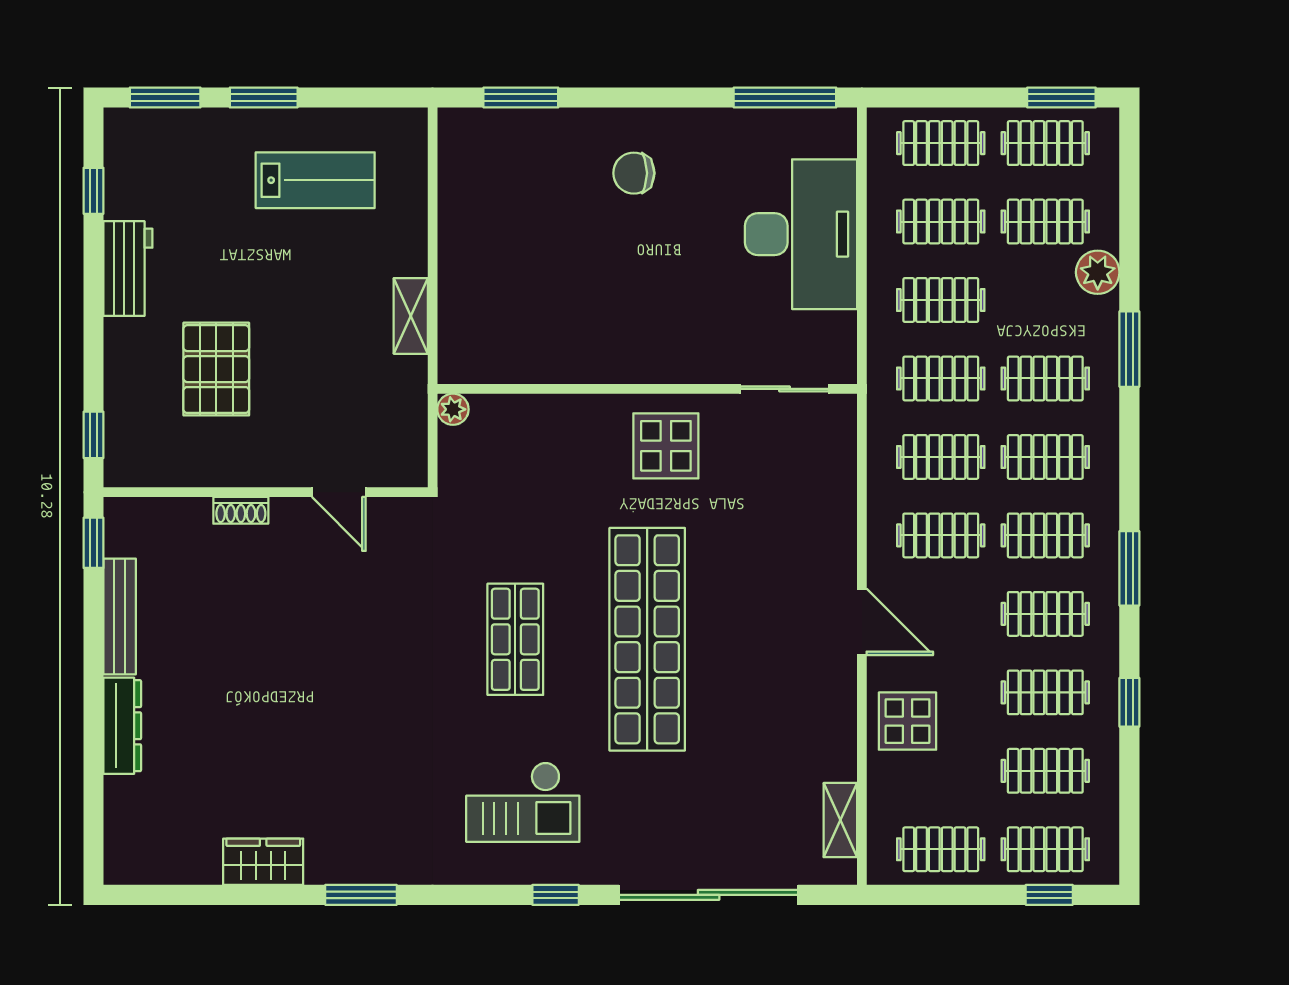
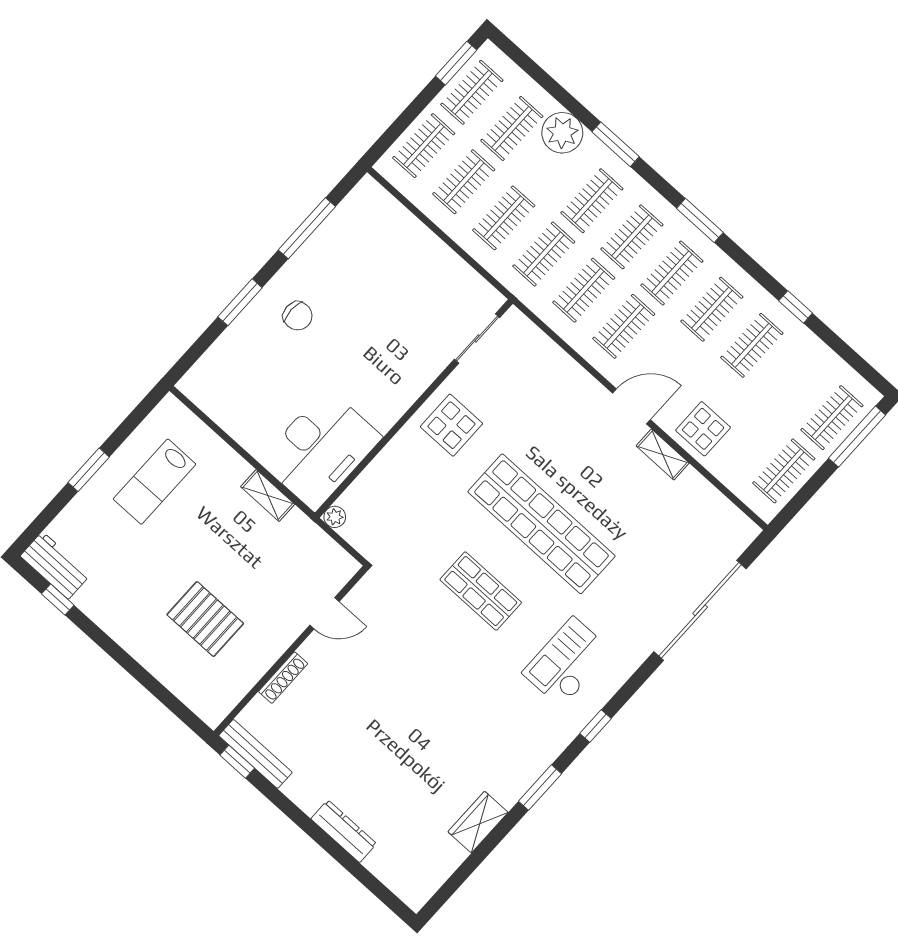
window: (165, 97) -> (43, 520), removed
window: (521, 97) -> (240, 302), moved
window: (785, 97) -> (307, 228), moved
chair: (634, 173) -> (298, 316), turned -90
lab bench: (315, 180) -> (155, 482), turned 180
desk: (801, 234) -> (321, 449), moved, turned 90
workbench: (128, 269) -> (55, 565), moved
plant: (1098, 272) -> (562, 133), width x1.36, depth x1.36
window: (93, 435) -> (182, 712), removed
shoe rack: (241, 510) -> (283, 678), width x1.43
window: (1129, 568) -> (700, 220), moved
bench: (120, 617) -> (255, 754), moved
clothes rail: (1045, 771) -> (792, 381), removed
checkout: (523, 802) -> (567, 662), turned 180
shelving: (840, 820) -> (663, 454), moved
window: (556, 895) -> (596, 726), moved
window: (1049, 895) -> (857, 437), width x2.17

